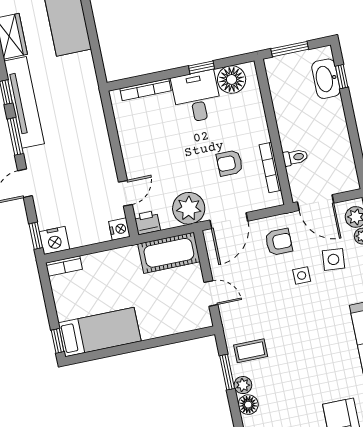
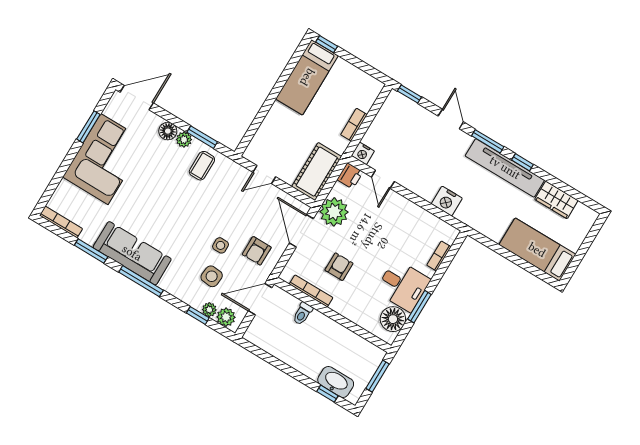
window: (201, 67) -> (419, 307), width x1.50
bookcase: (145, 90) -> (439, 256), width x0.64
nightstand: (54, 240) -> (447, 201), moved, turned -90
bookcase: (64, 266) -> (354, 125), moved

